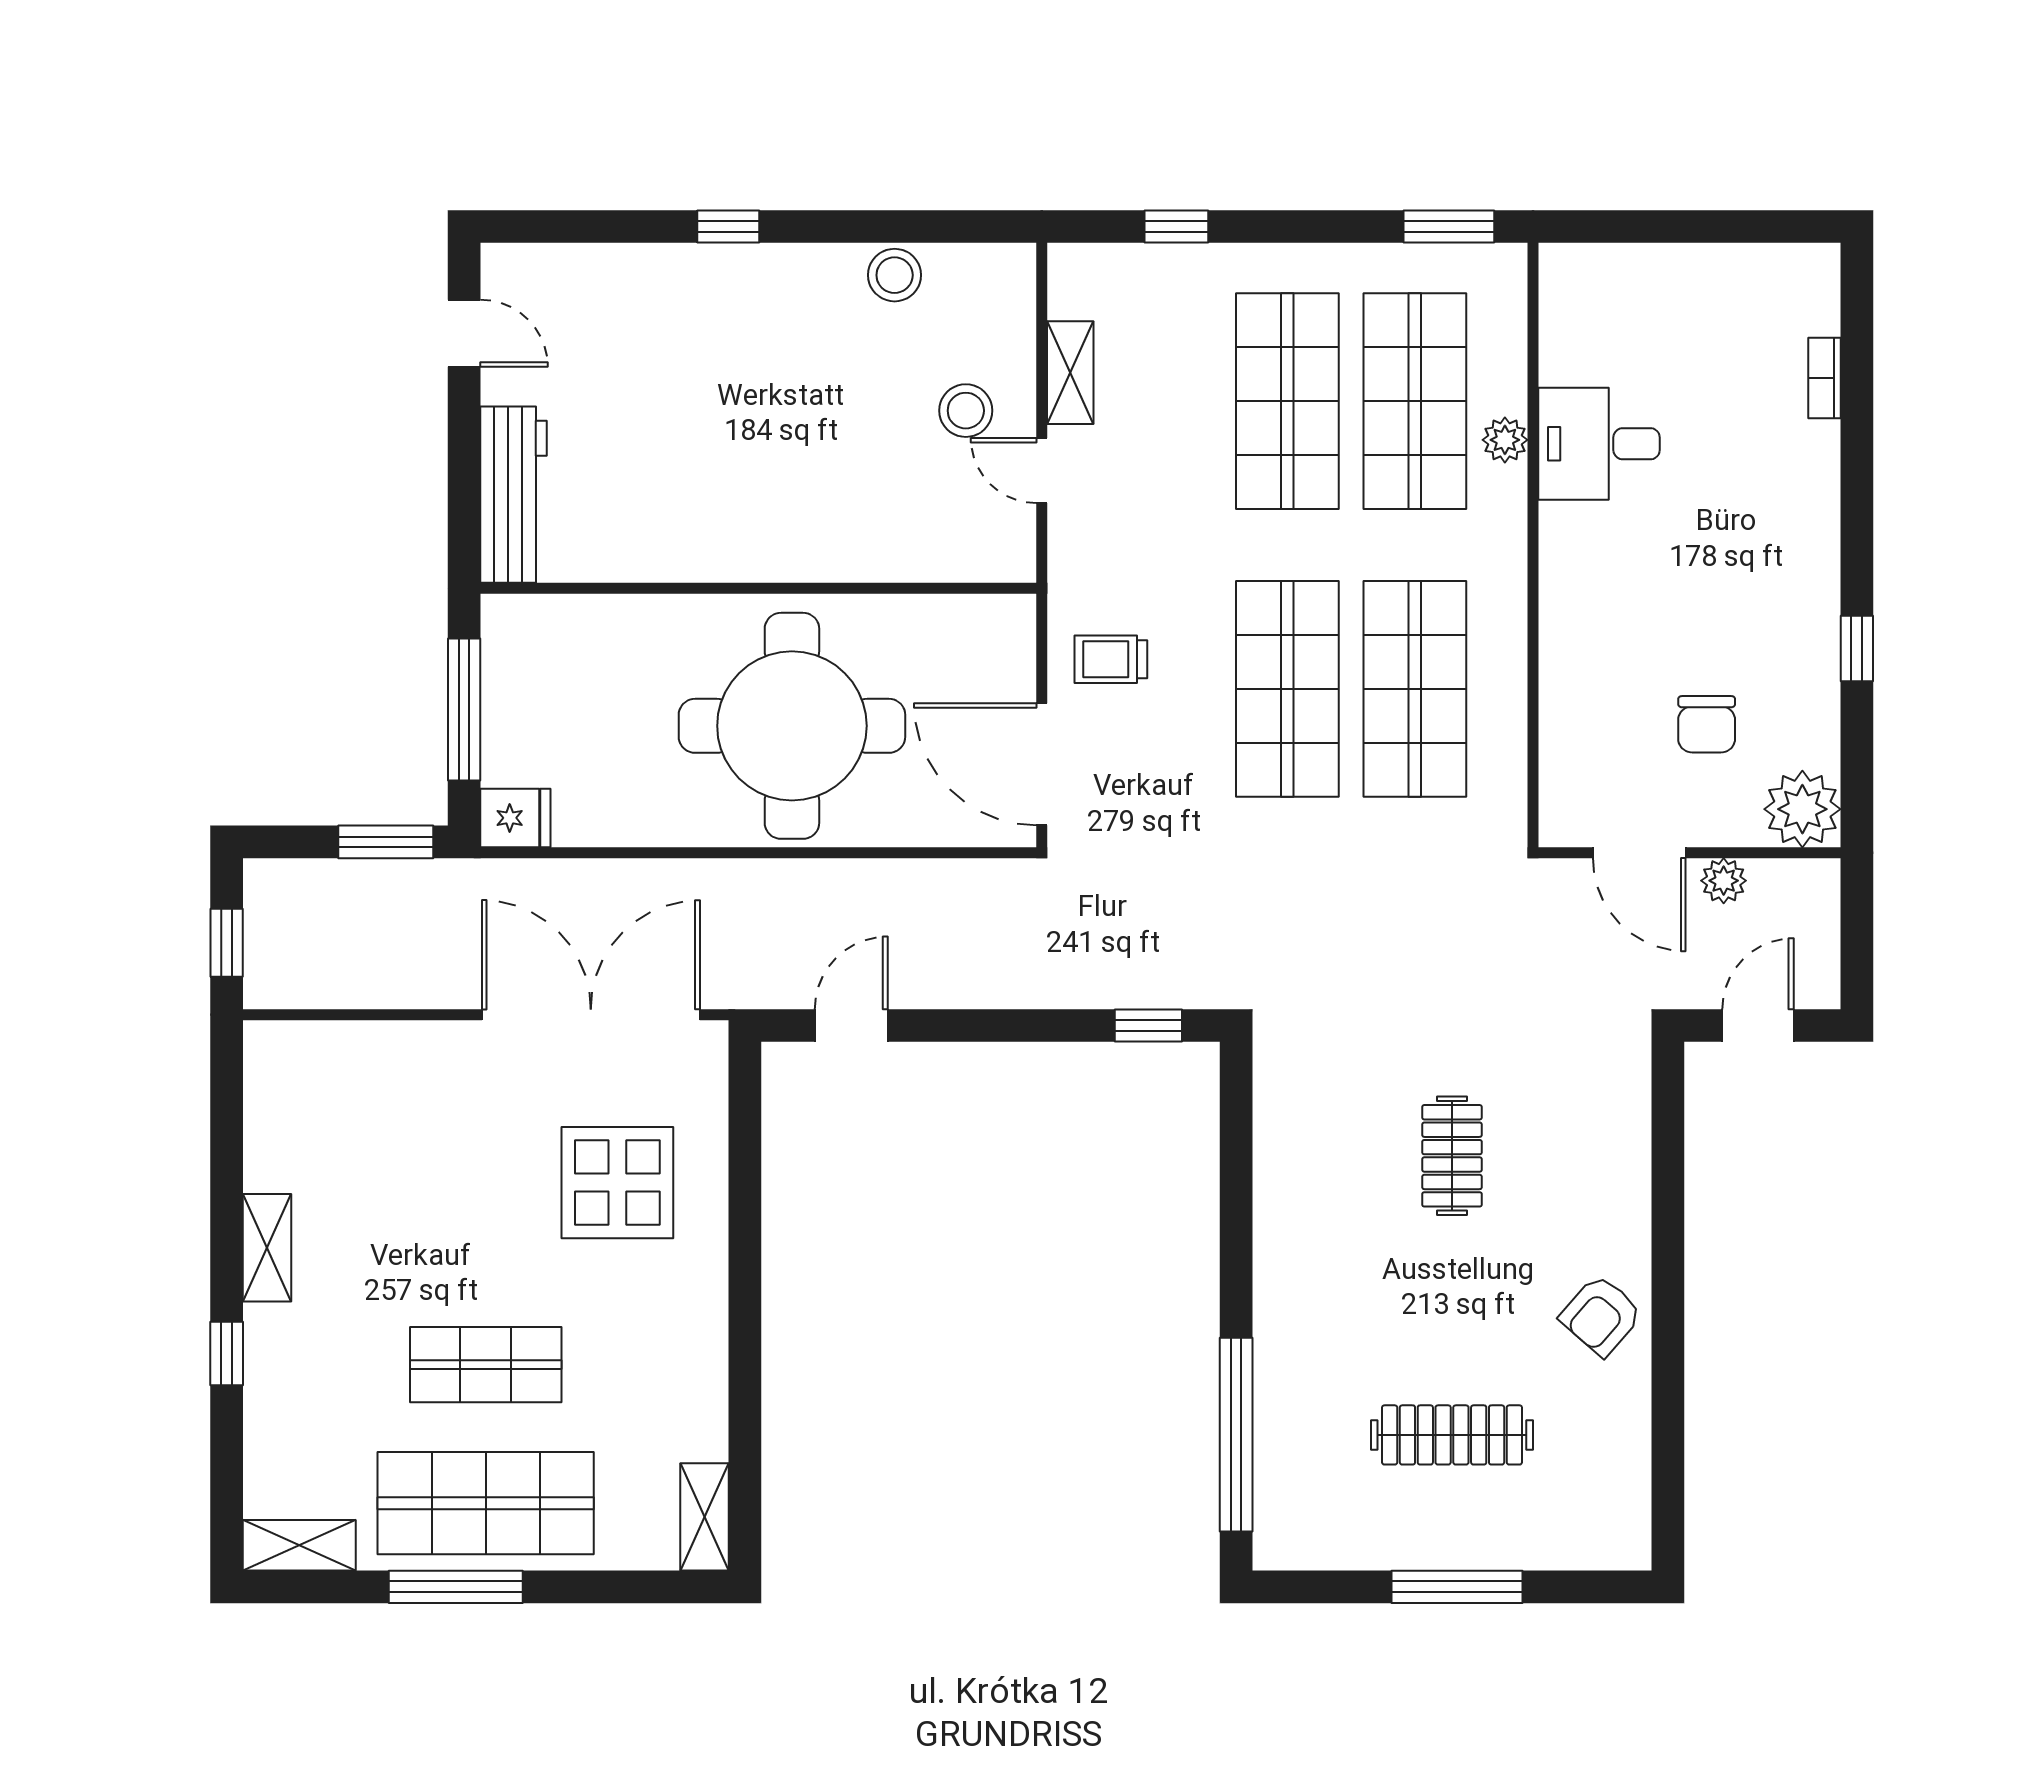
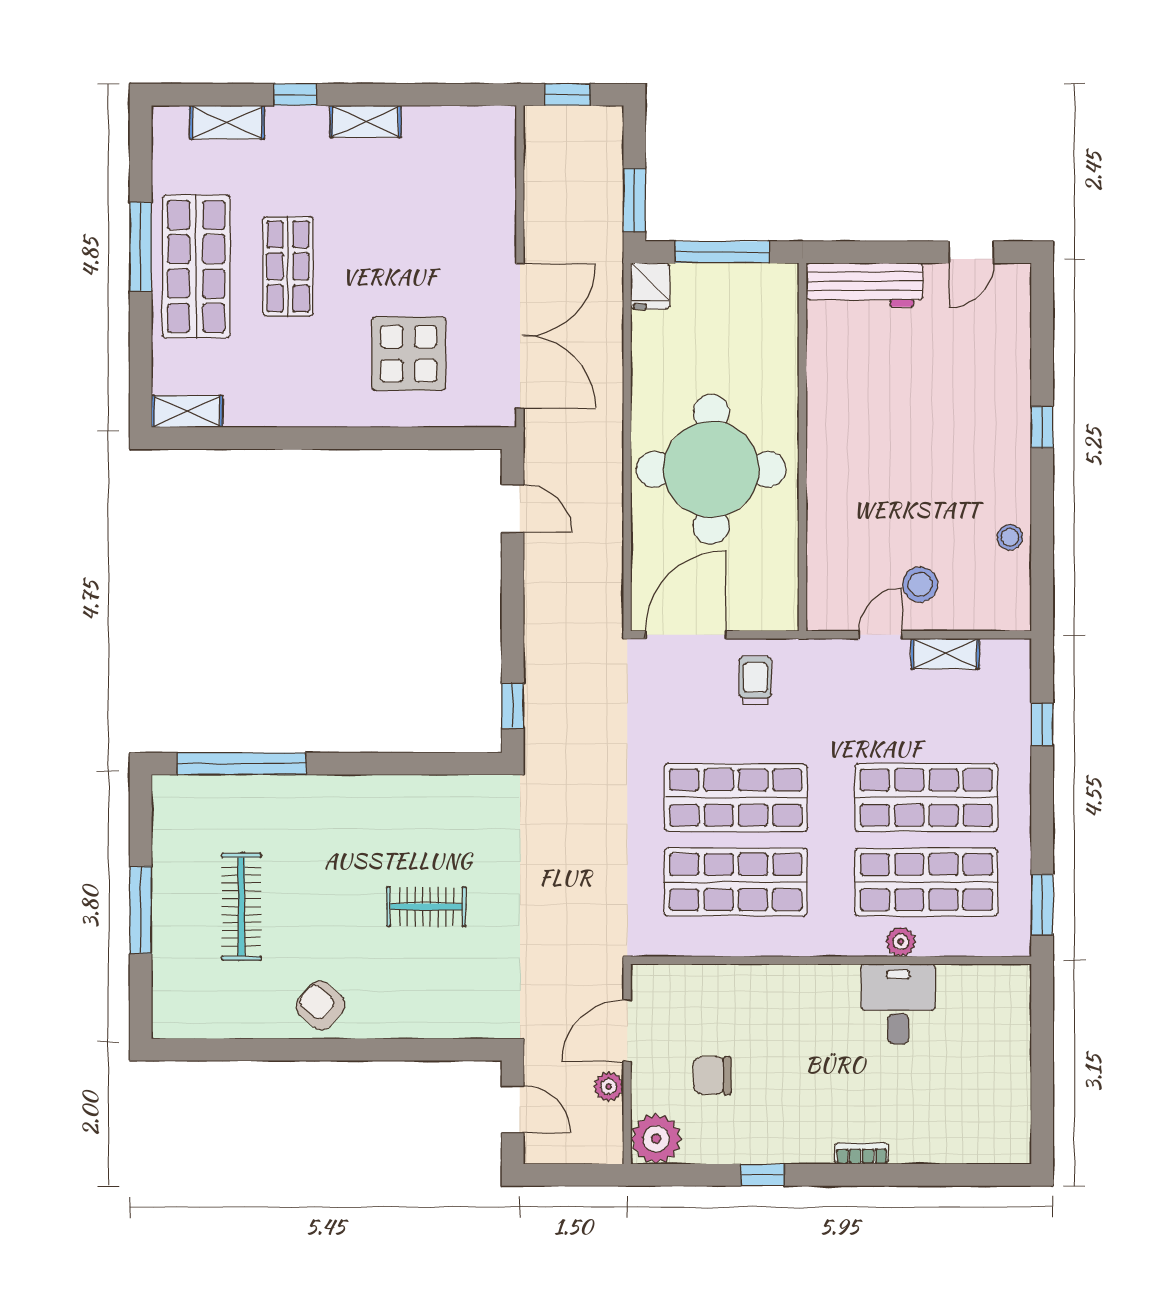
stool: (895, 275) -> (1010, 537), width x0.73, depth x0.73
bookcase: (1825, 378) -> (862, 1154), moved
shelving: (299, 1545) -> (227, 122), moved, turned 90

